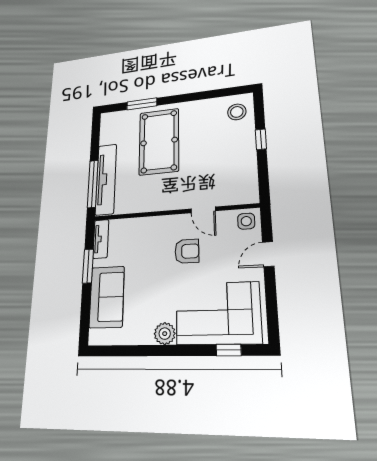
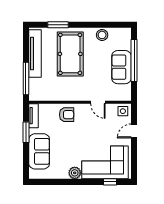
stool: (237, 112) -> (102, 35), moved
window: (261, 139) -> (134, 60), width x3.17
sofa: (240, 152) -> (121, 67), added
tv unit: (106, 179) -> (35, 54), moved
armchair: (187, 251) -> (67, 115), moved

